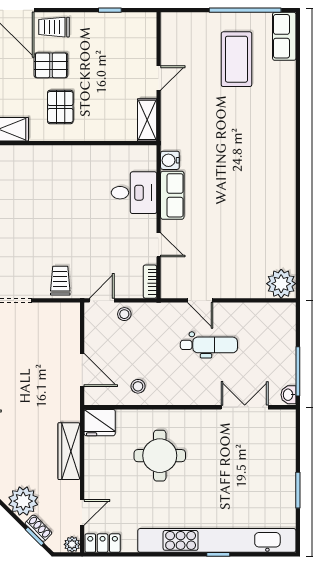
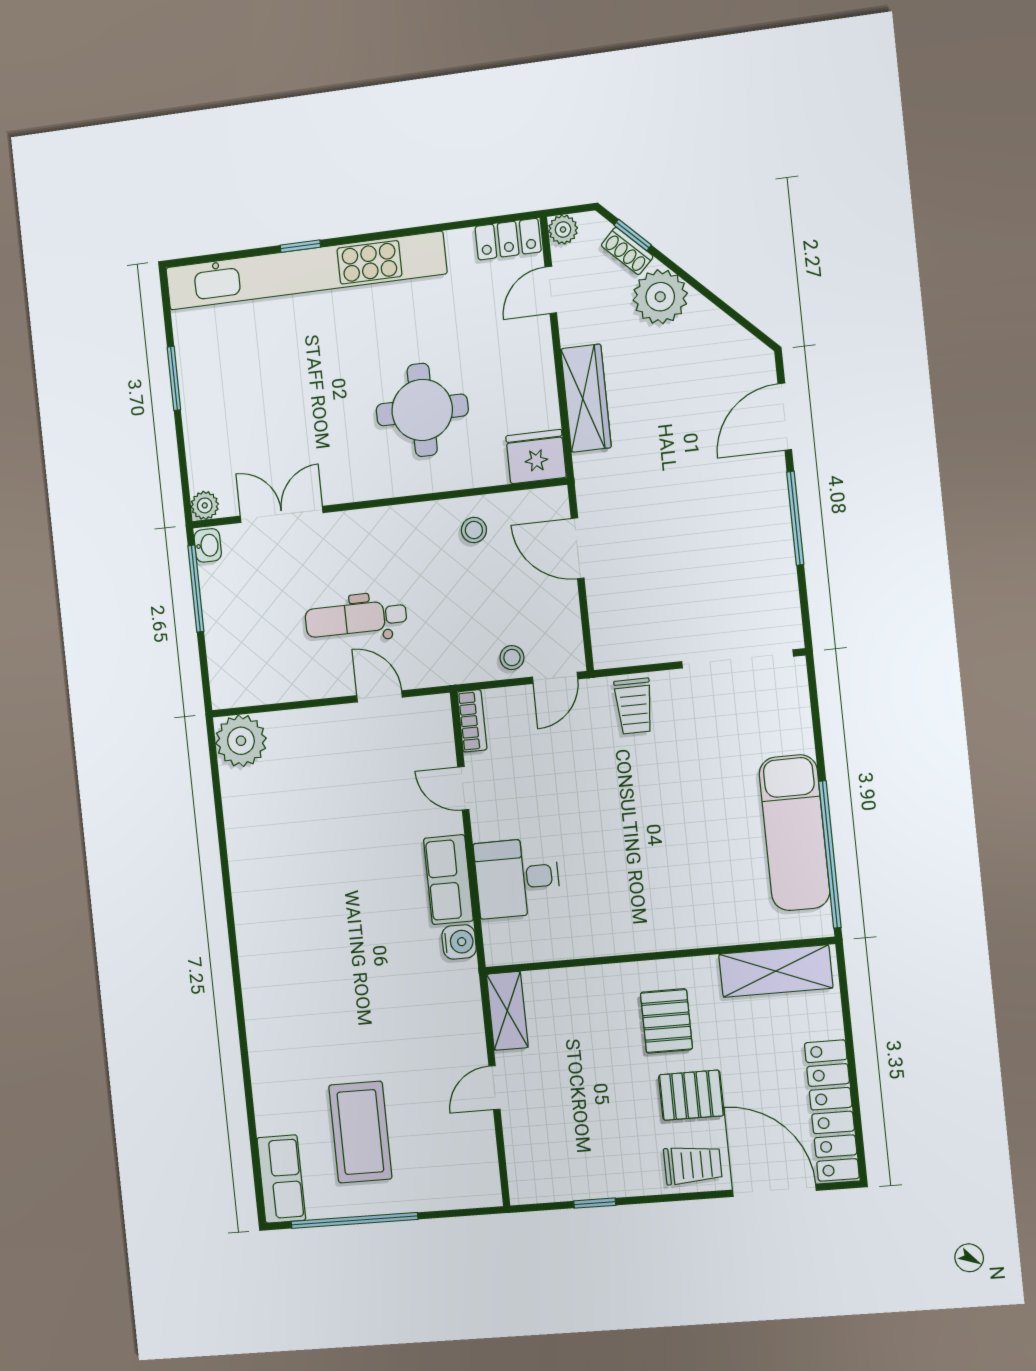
double door: (245, 407) -> (282, 514), swing flipped
plant: (288, 417) -> (205, 505), added

